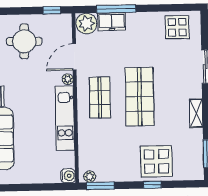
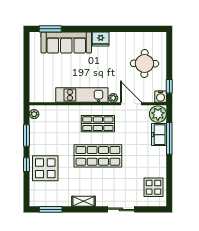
water cooler: (68, 176) -> (161, 97), moved
window: (100, 186) -> (26, 136), moved

